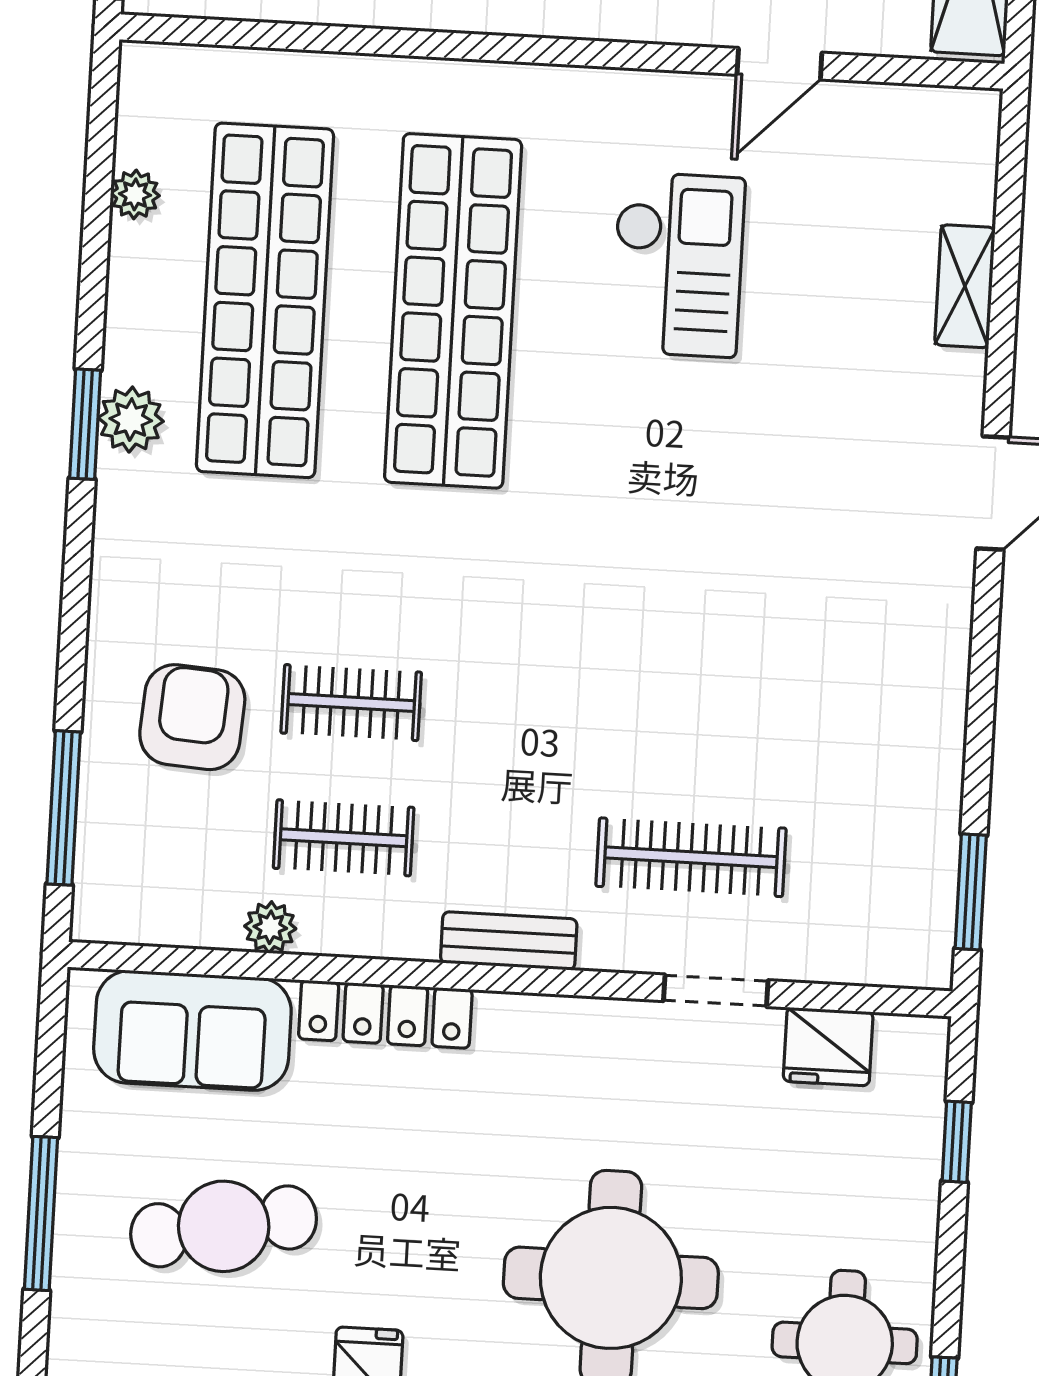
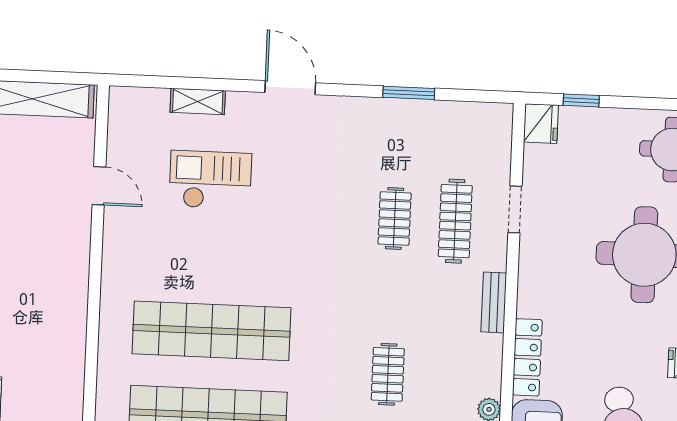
checkout: (678, 265) -> (210, 180), moved
clothes rail: (344, 838) -> (395, 218), moved
window: (971, 892) -> (409, 93), moved
fridge: (828, 1047) -> (541, 124), moved

